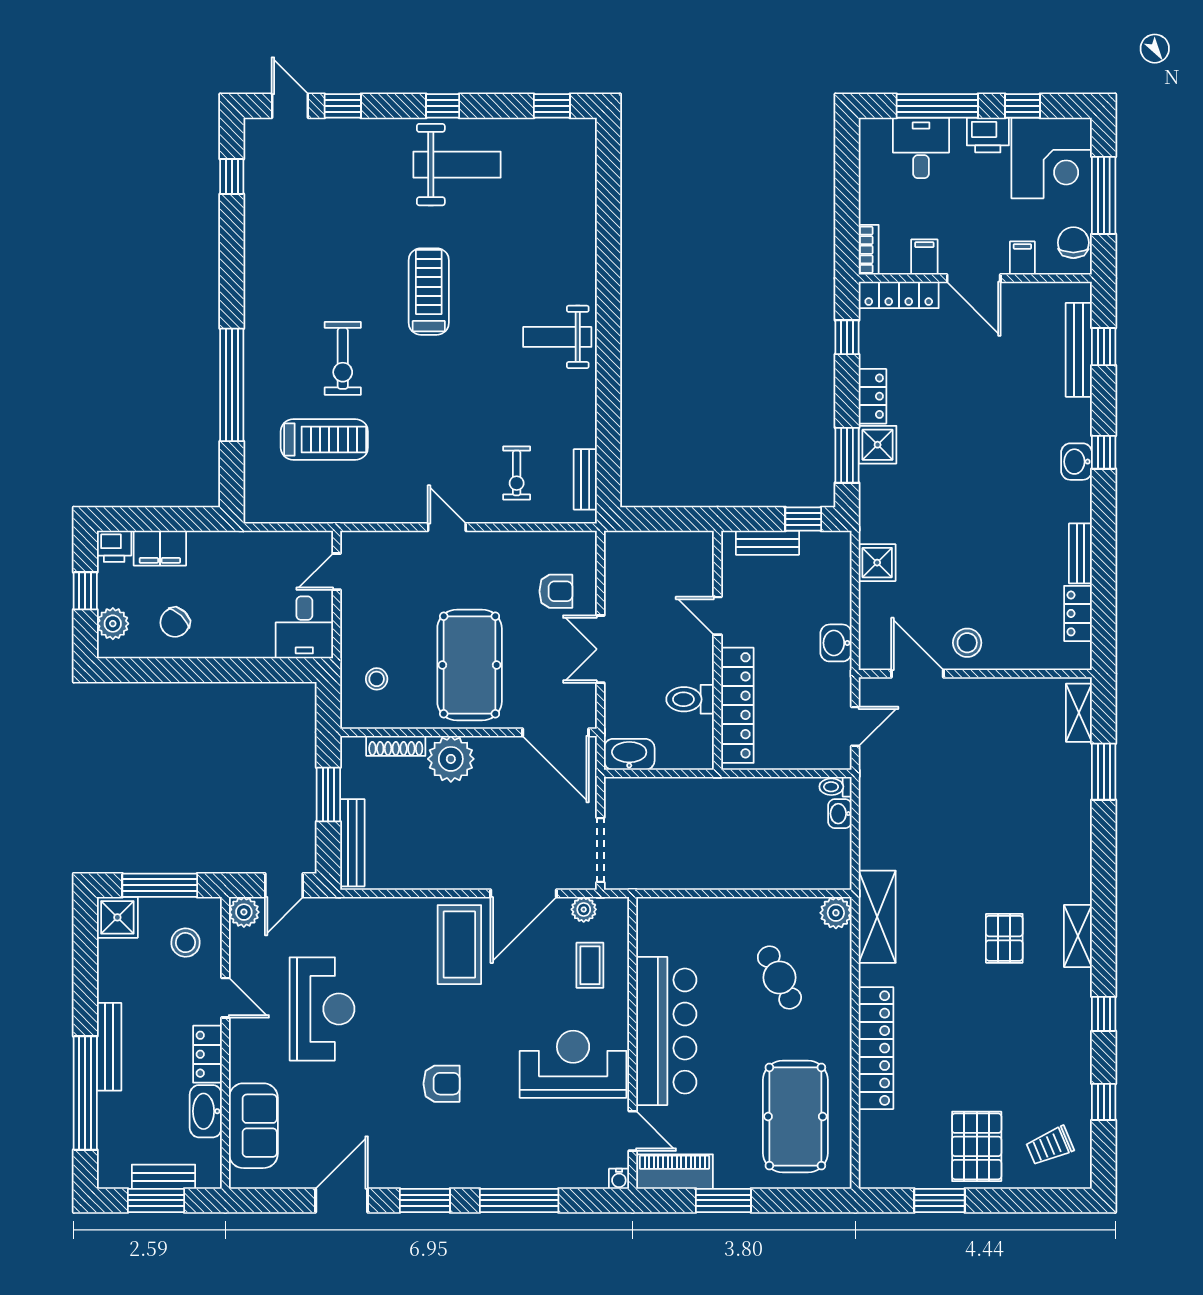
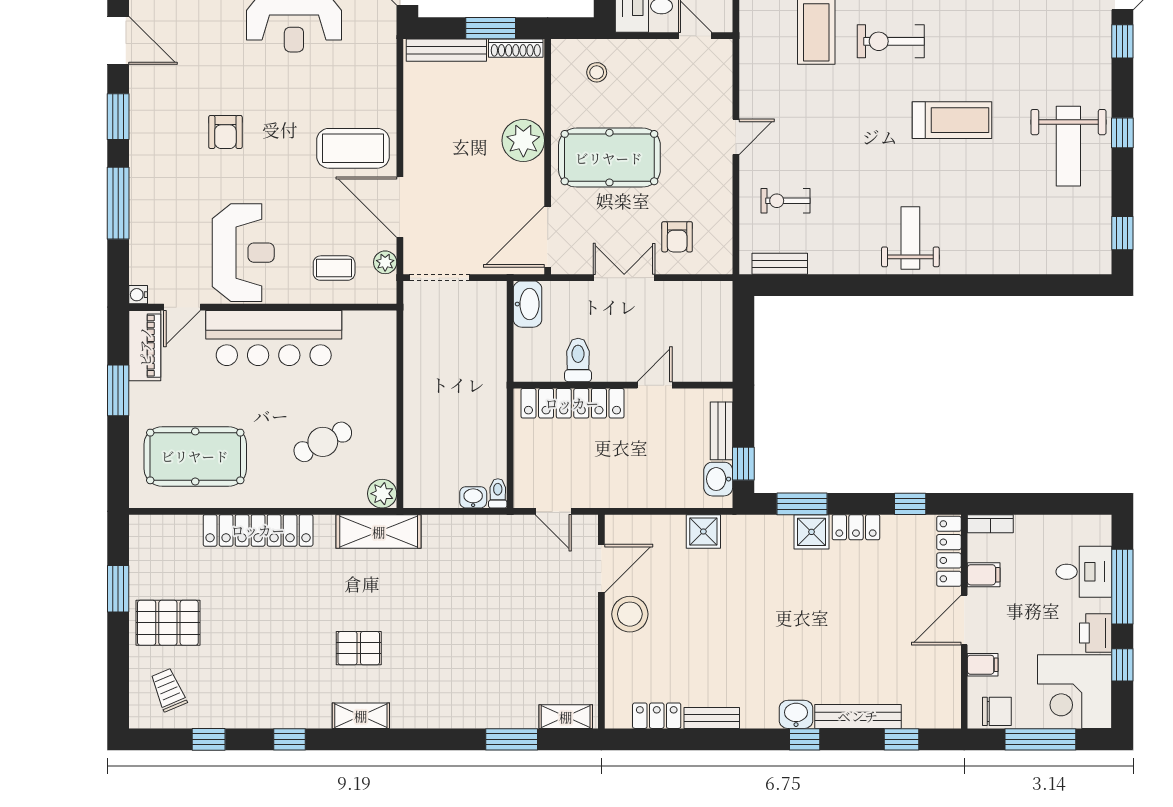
bench: (1079, 350) -> (858, 716), moved
washbasin: (836, 643) -> (718, 479), moved, turned -90
stool: (967, 643) -> (630, 614), width x1.38, depth x1.38
shoe rack: (396, 746) -> (516, 48), moved, turned -90

